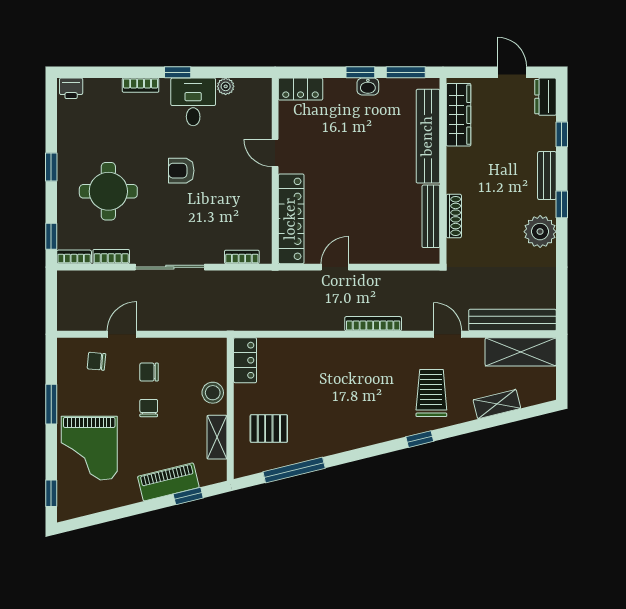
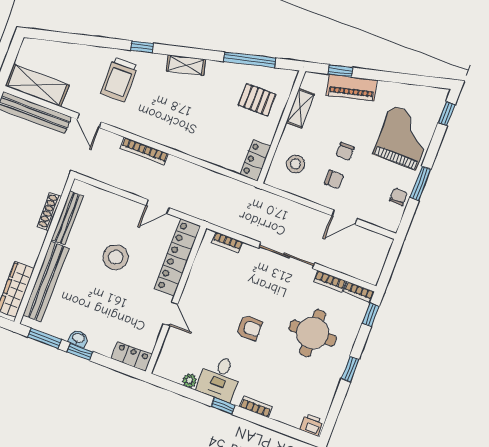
stool: (360, 193) -> (116, 257), added
chair: (96, 361) -> (398, 197), moved, turned -95
stool: (213, 393) -> (296, 164), moved
shelving: (497, 404) -> (186, 65), moved

